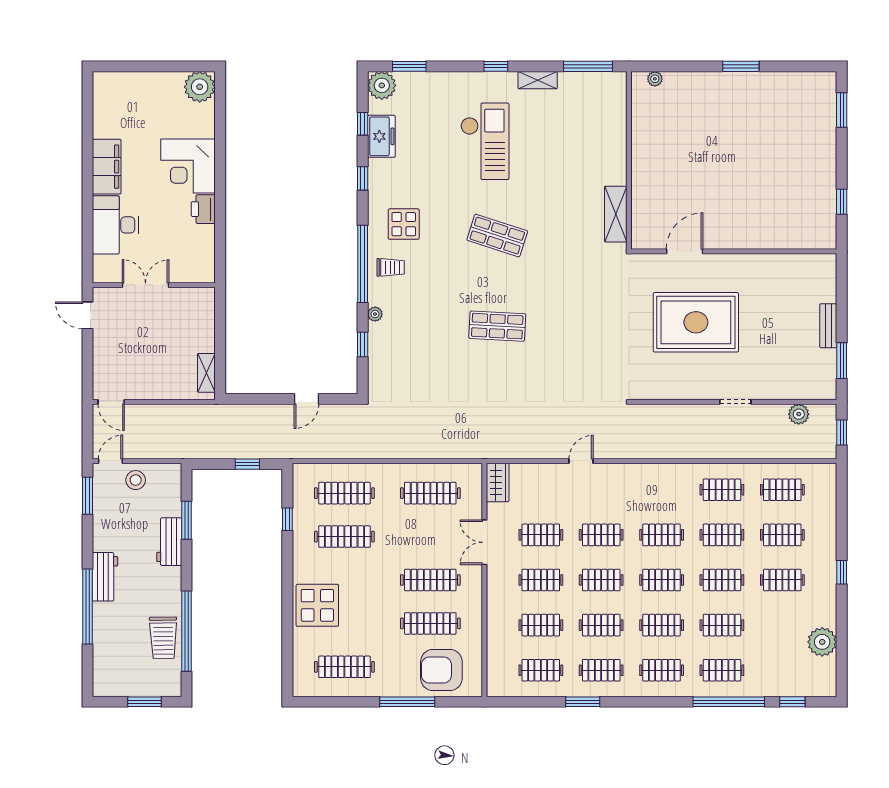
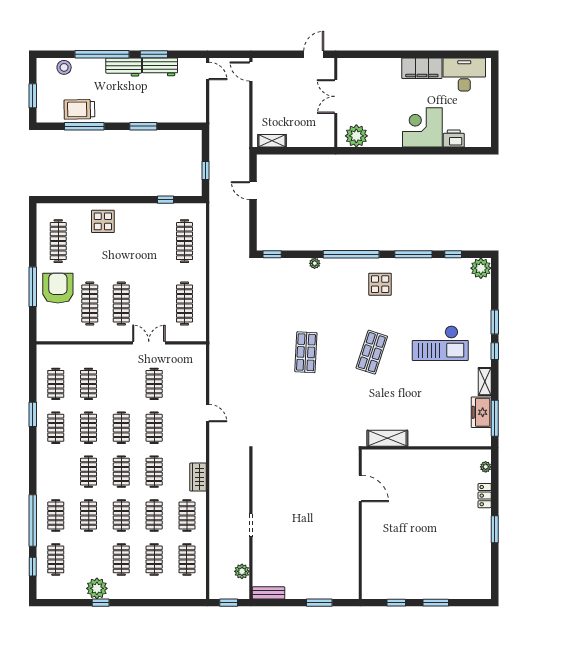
window: (409, 66) -> (495, 322), moved
locker: (694, 80) -> (485, 496), added
plant: (200, 87) -> (356, 136), moved
window: (842, 110) -> (436, 603), moved
freezer: (381, 136) -> (481, 412), moved, turned 90
window: (363, 178) -> (413, 254), width x2.17
printer: (203, 209) -> (454, 138), moved
desk: (115, 225) -> (464, 75), moved
trolley: (391, 267) -> (349, 275), removed
double door: (146, 285) -> (336, 96), swing flipped
rug: (696, 322) -> (309, 497), removed
bench: (828, 326) -> (269, 593), moved
window: (363, 345) -> (272, 254), moved
window: (842, 361) -> (319, 603), moved
door: (306, 399) -> (253, 191), moved
door: (111, 402) -> (251, 71), hinge flipped
stool: (136, 480) -> (64, 67), moved
wardrobe: (498, 483) -> (198, 477), moved, turned 90
window: (87, 496) -> (154, 54), moved
window: (186, 520) -> (143, 126), moved
clothes rail: (344, 537) -> (153, 241), removed
workbench: (169, 542) -> (160, 67), moved, turned 180
window: (842, 572) -> (101, 603), moved
clothes rail: (541, 580) -> (121, 384), removed
display table: (317, 605) -> (103, 221), width x0.73, depth x0.73
window: (186, 631) -> (84, 126), width x0.68
plant: (822, 642) -> (97, 588), moved
armchair: (441, 670) -> (58, 288), moved
clothes rail: (662, 670) -> (56, 559), moved

